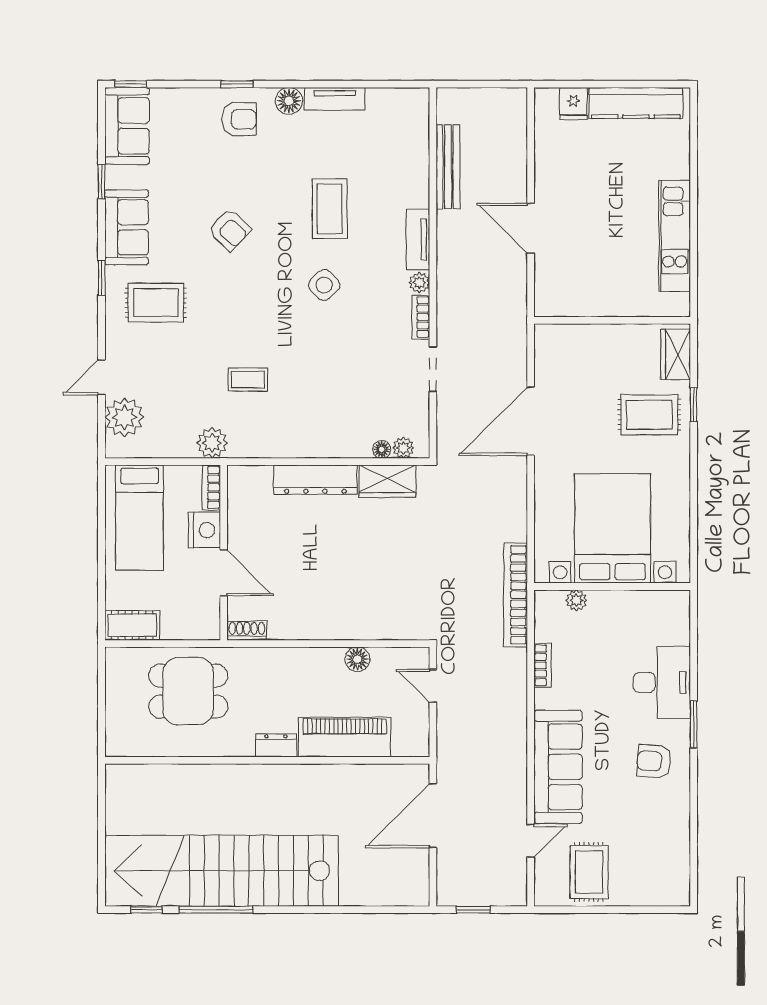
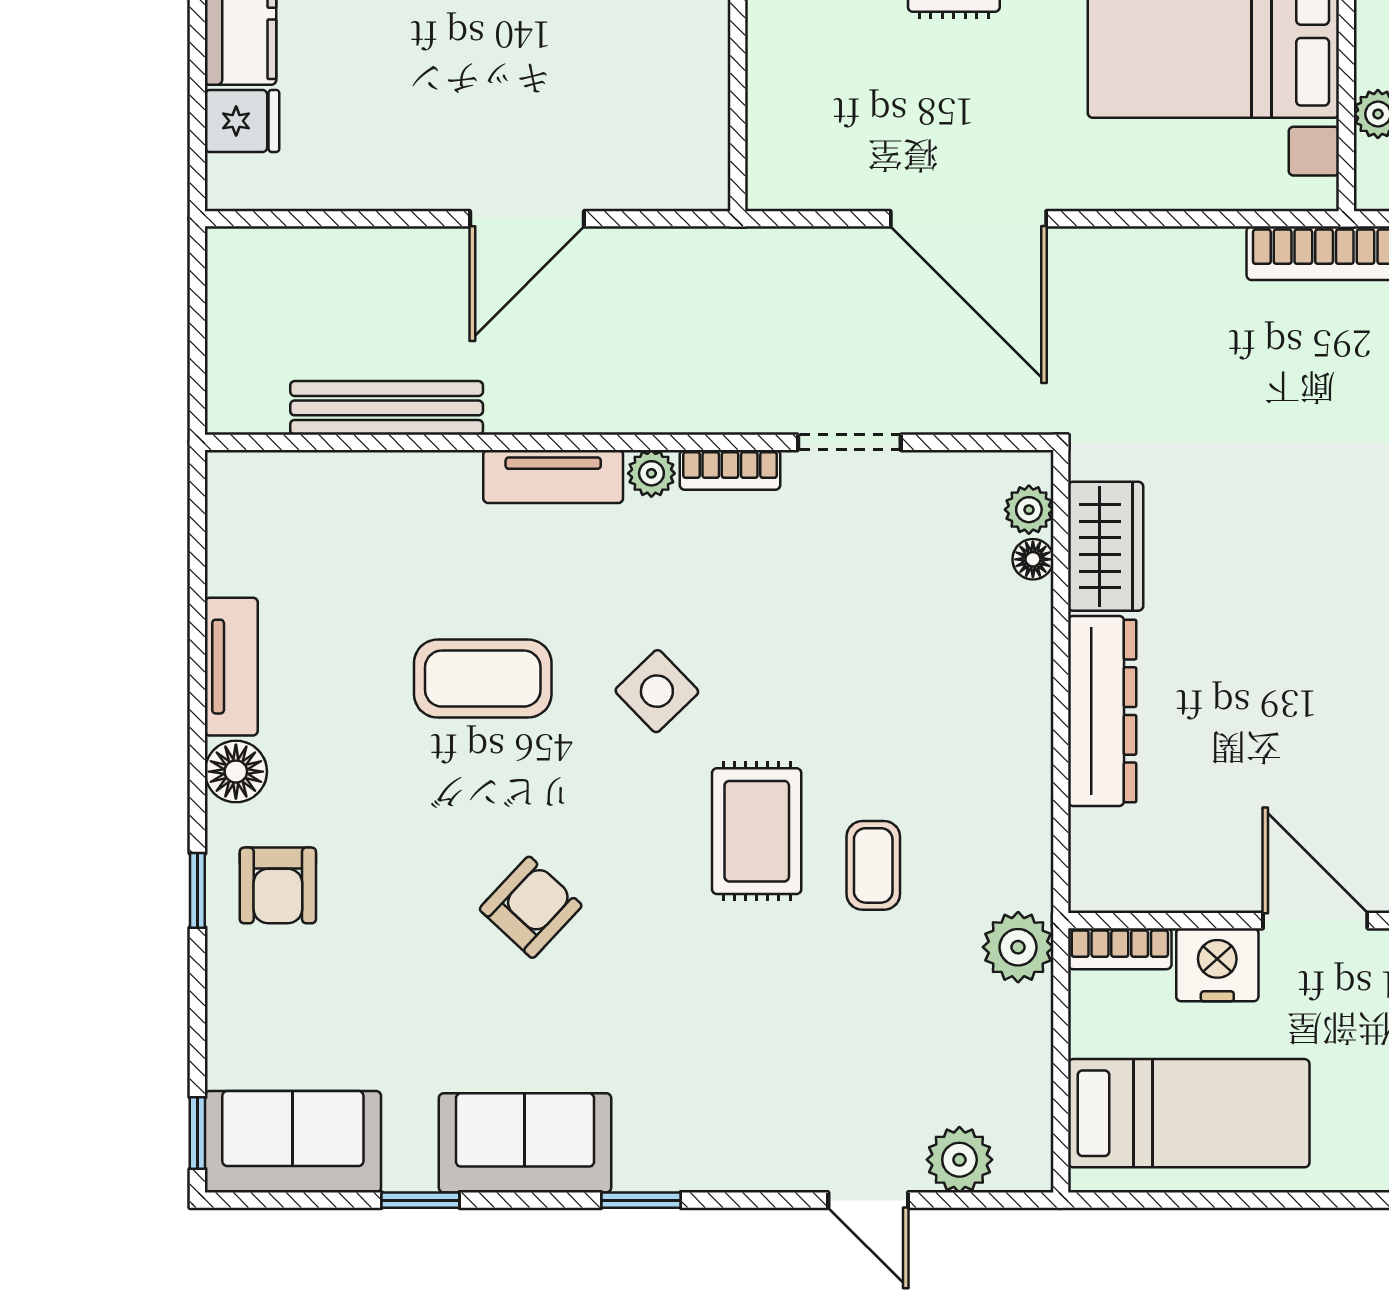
armchair: (239, 119) -> (278, 885), turned 180
rug: (156, 303) -> (757, 831), moved
plant: (124, 417) -> (959, 1160), width x0.73, depth x0.73
door: (224, 573) -> (1315, 921), hinge flipped

